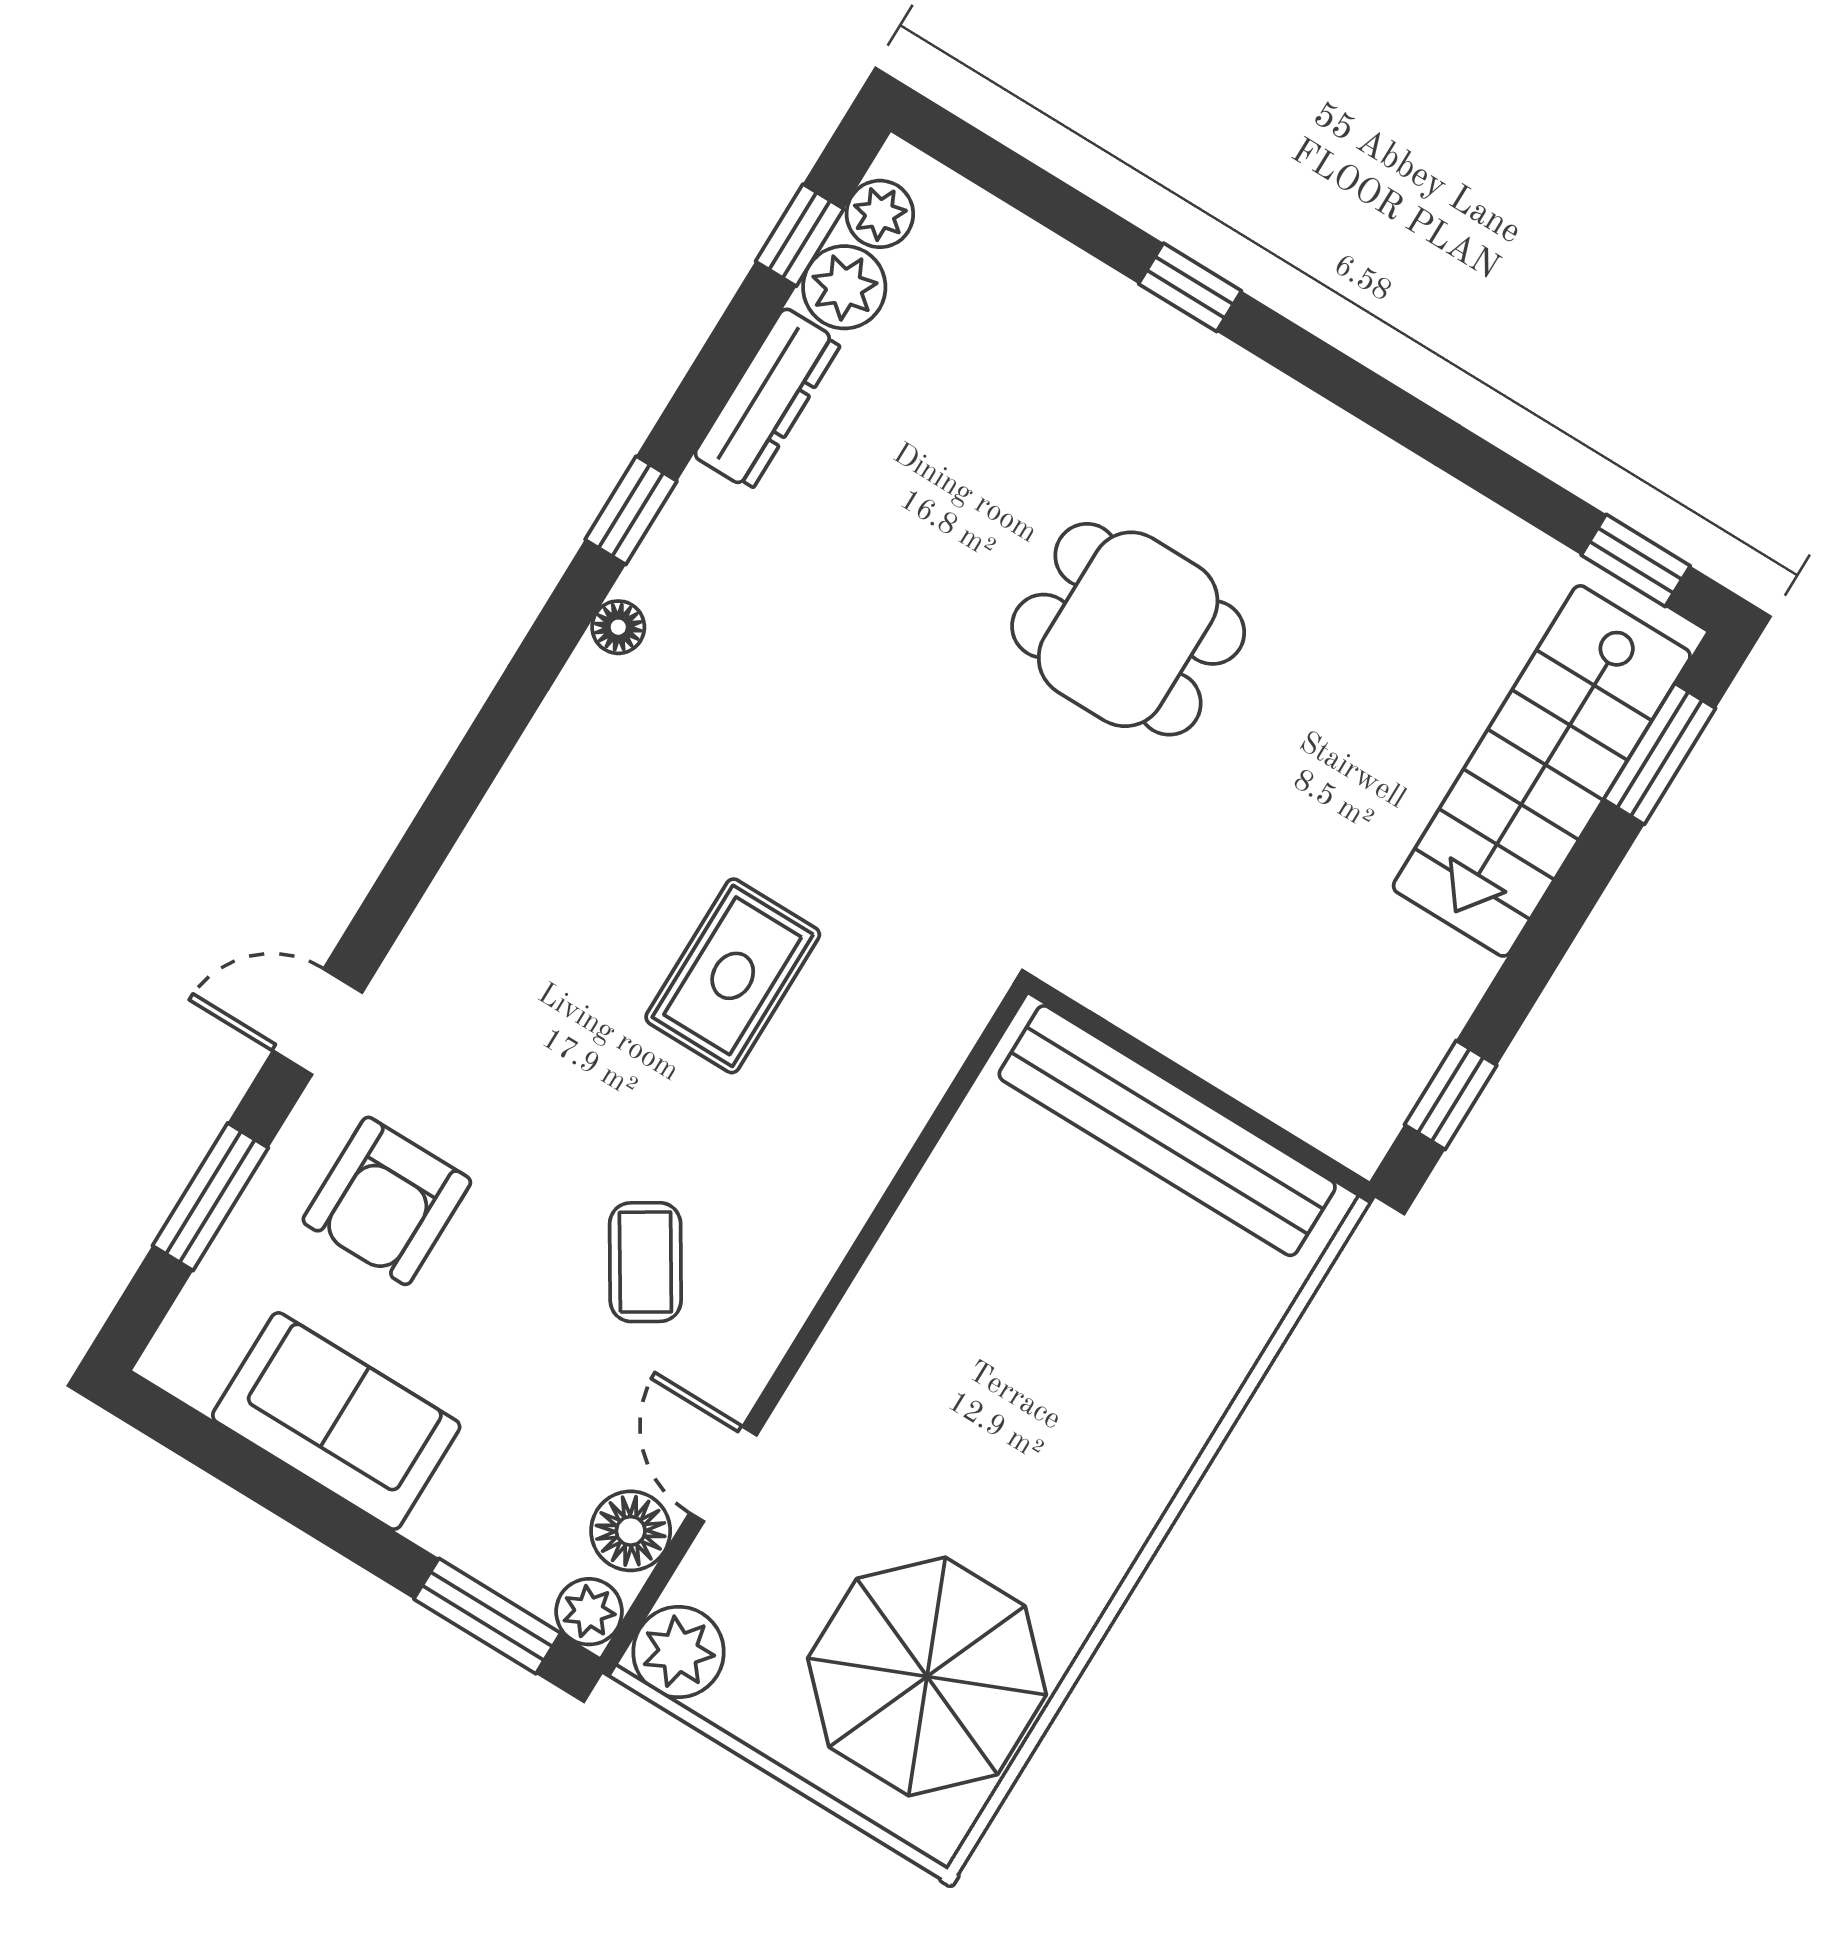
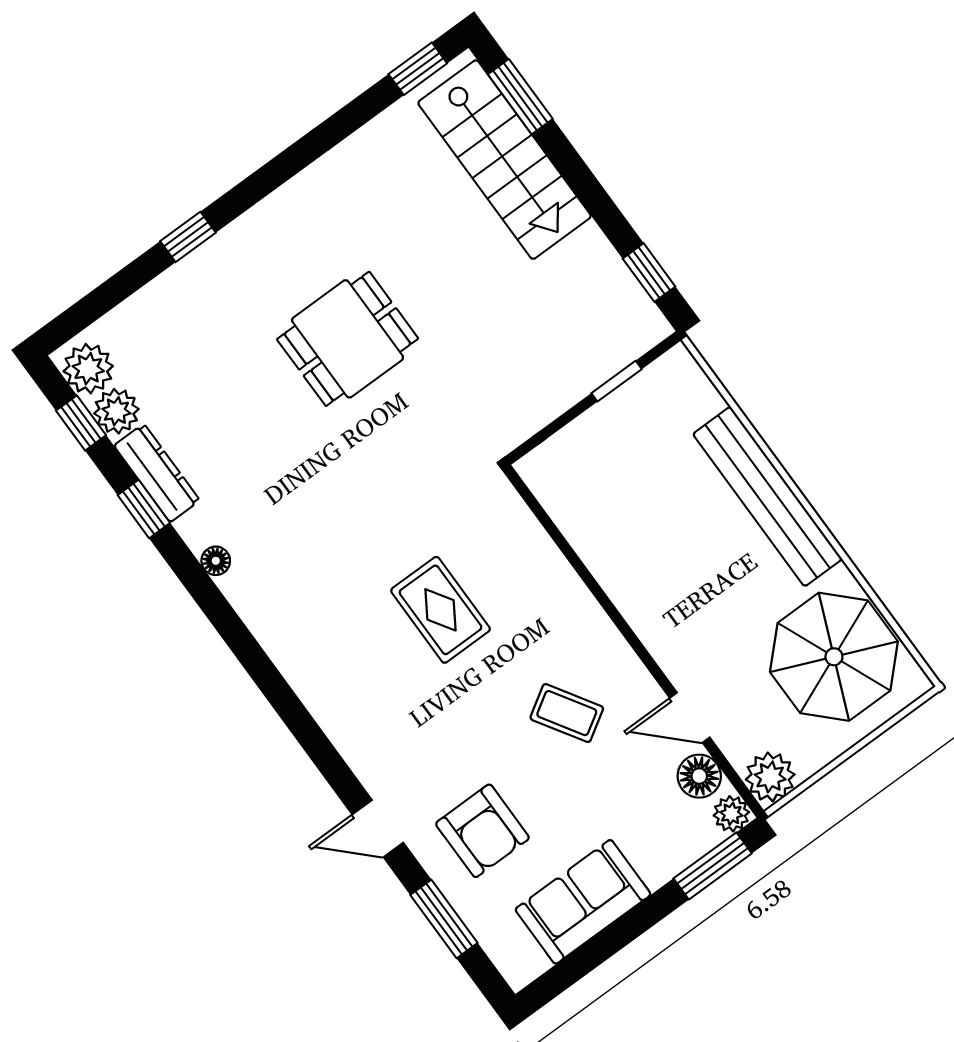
plant: (880, 214) -> (88, 369), width x1.38, depth x1.38
window: (631, 510) -> (144, 509), moved
floor lamp: (618, 627) -> (216, 561), moved
door: (318, 1022) -> (378, 829), hinge flipped
window: (1244, 1115) -> (617, 381), added
bench: (1167, 1131) -> (768, 496), moved, turned 90

